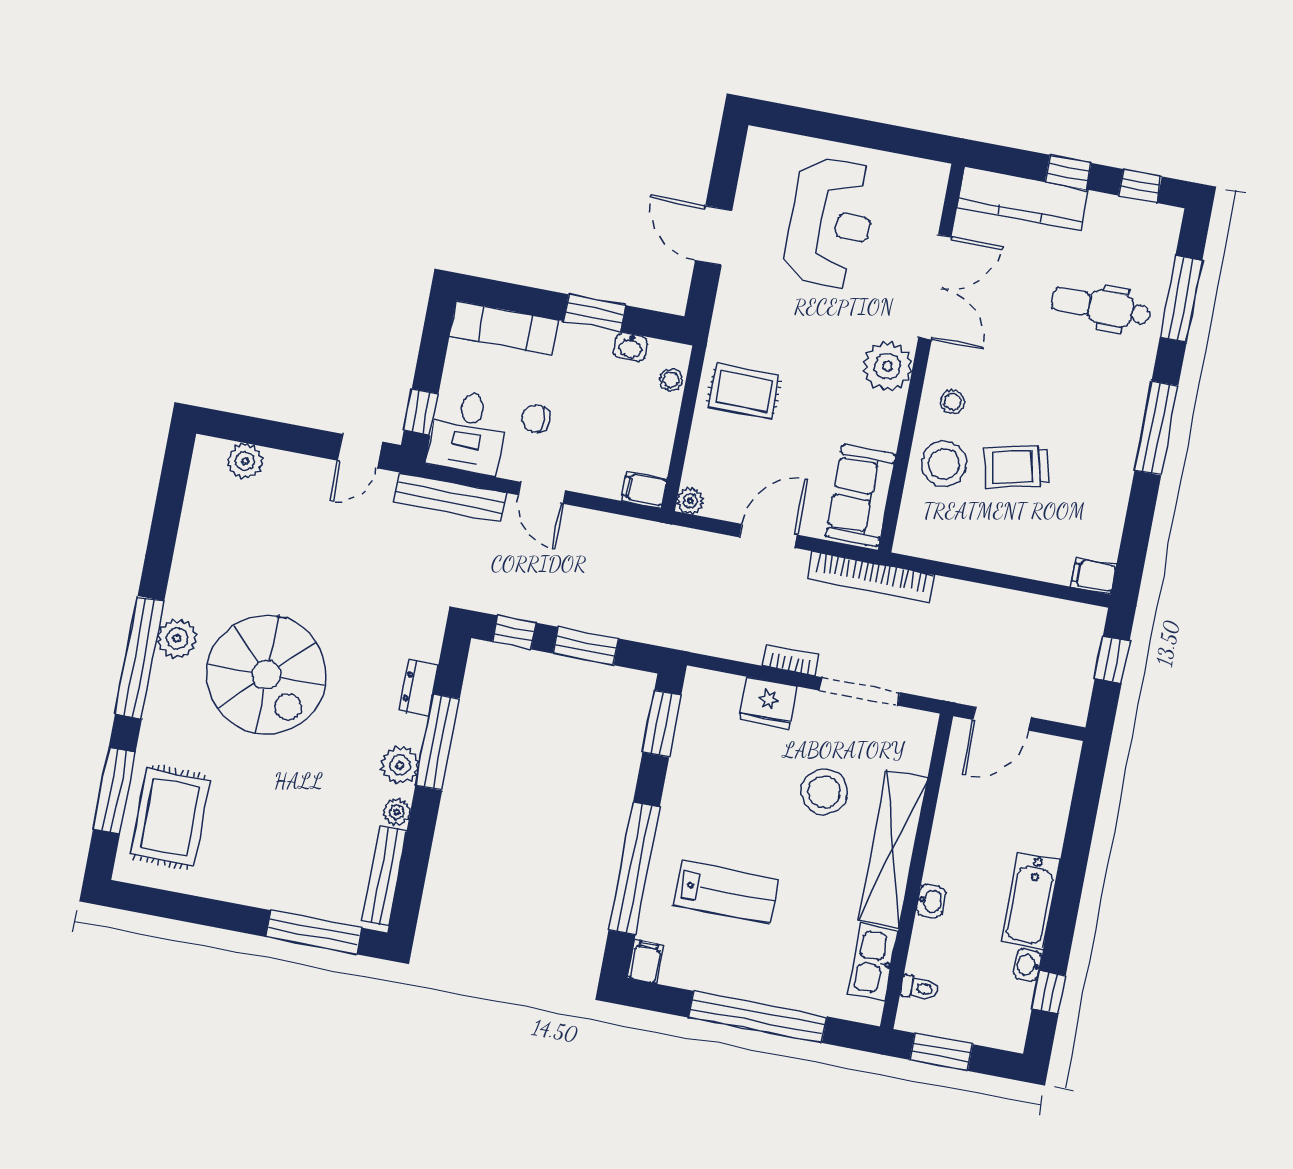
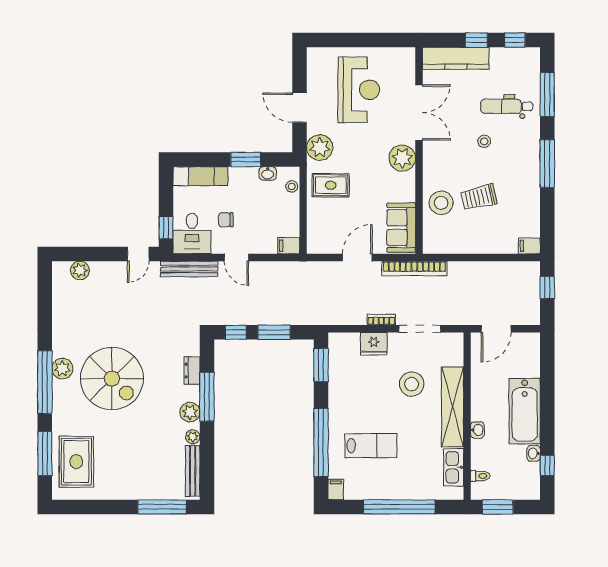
stool: (952, 402) -> (484, 141), moved
plant: (690, 501) -> (320, 147), moved, width x1.87, depth x1.87
bathtub: (1030, 901) -> (525, 411), width x1.36, depth x1.36

